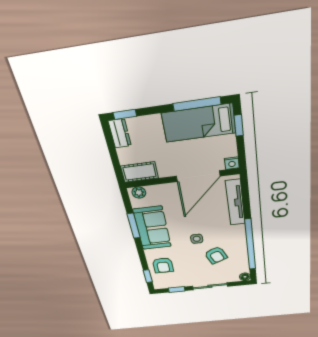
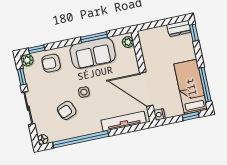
cot: (140, 172) -> (147, 43), removed
plant: (159, 284) -> (27, 60), added

